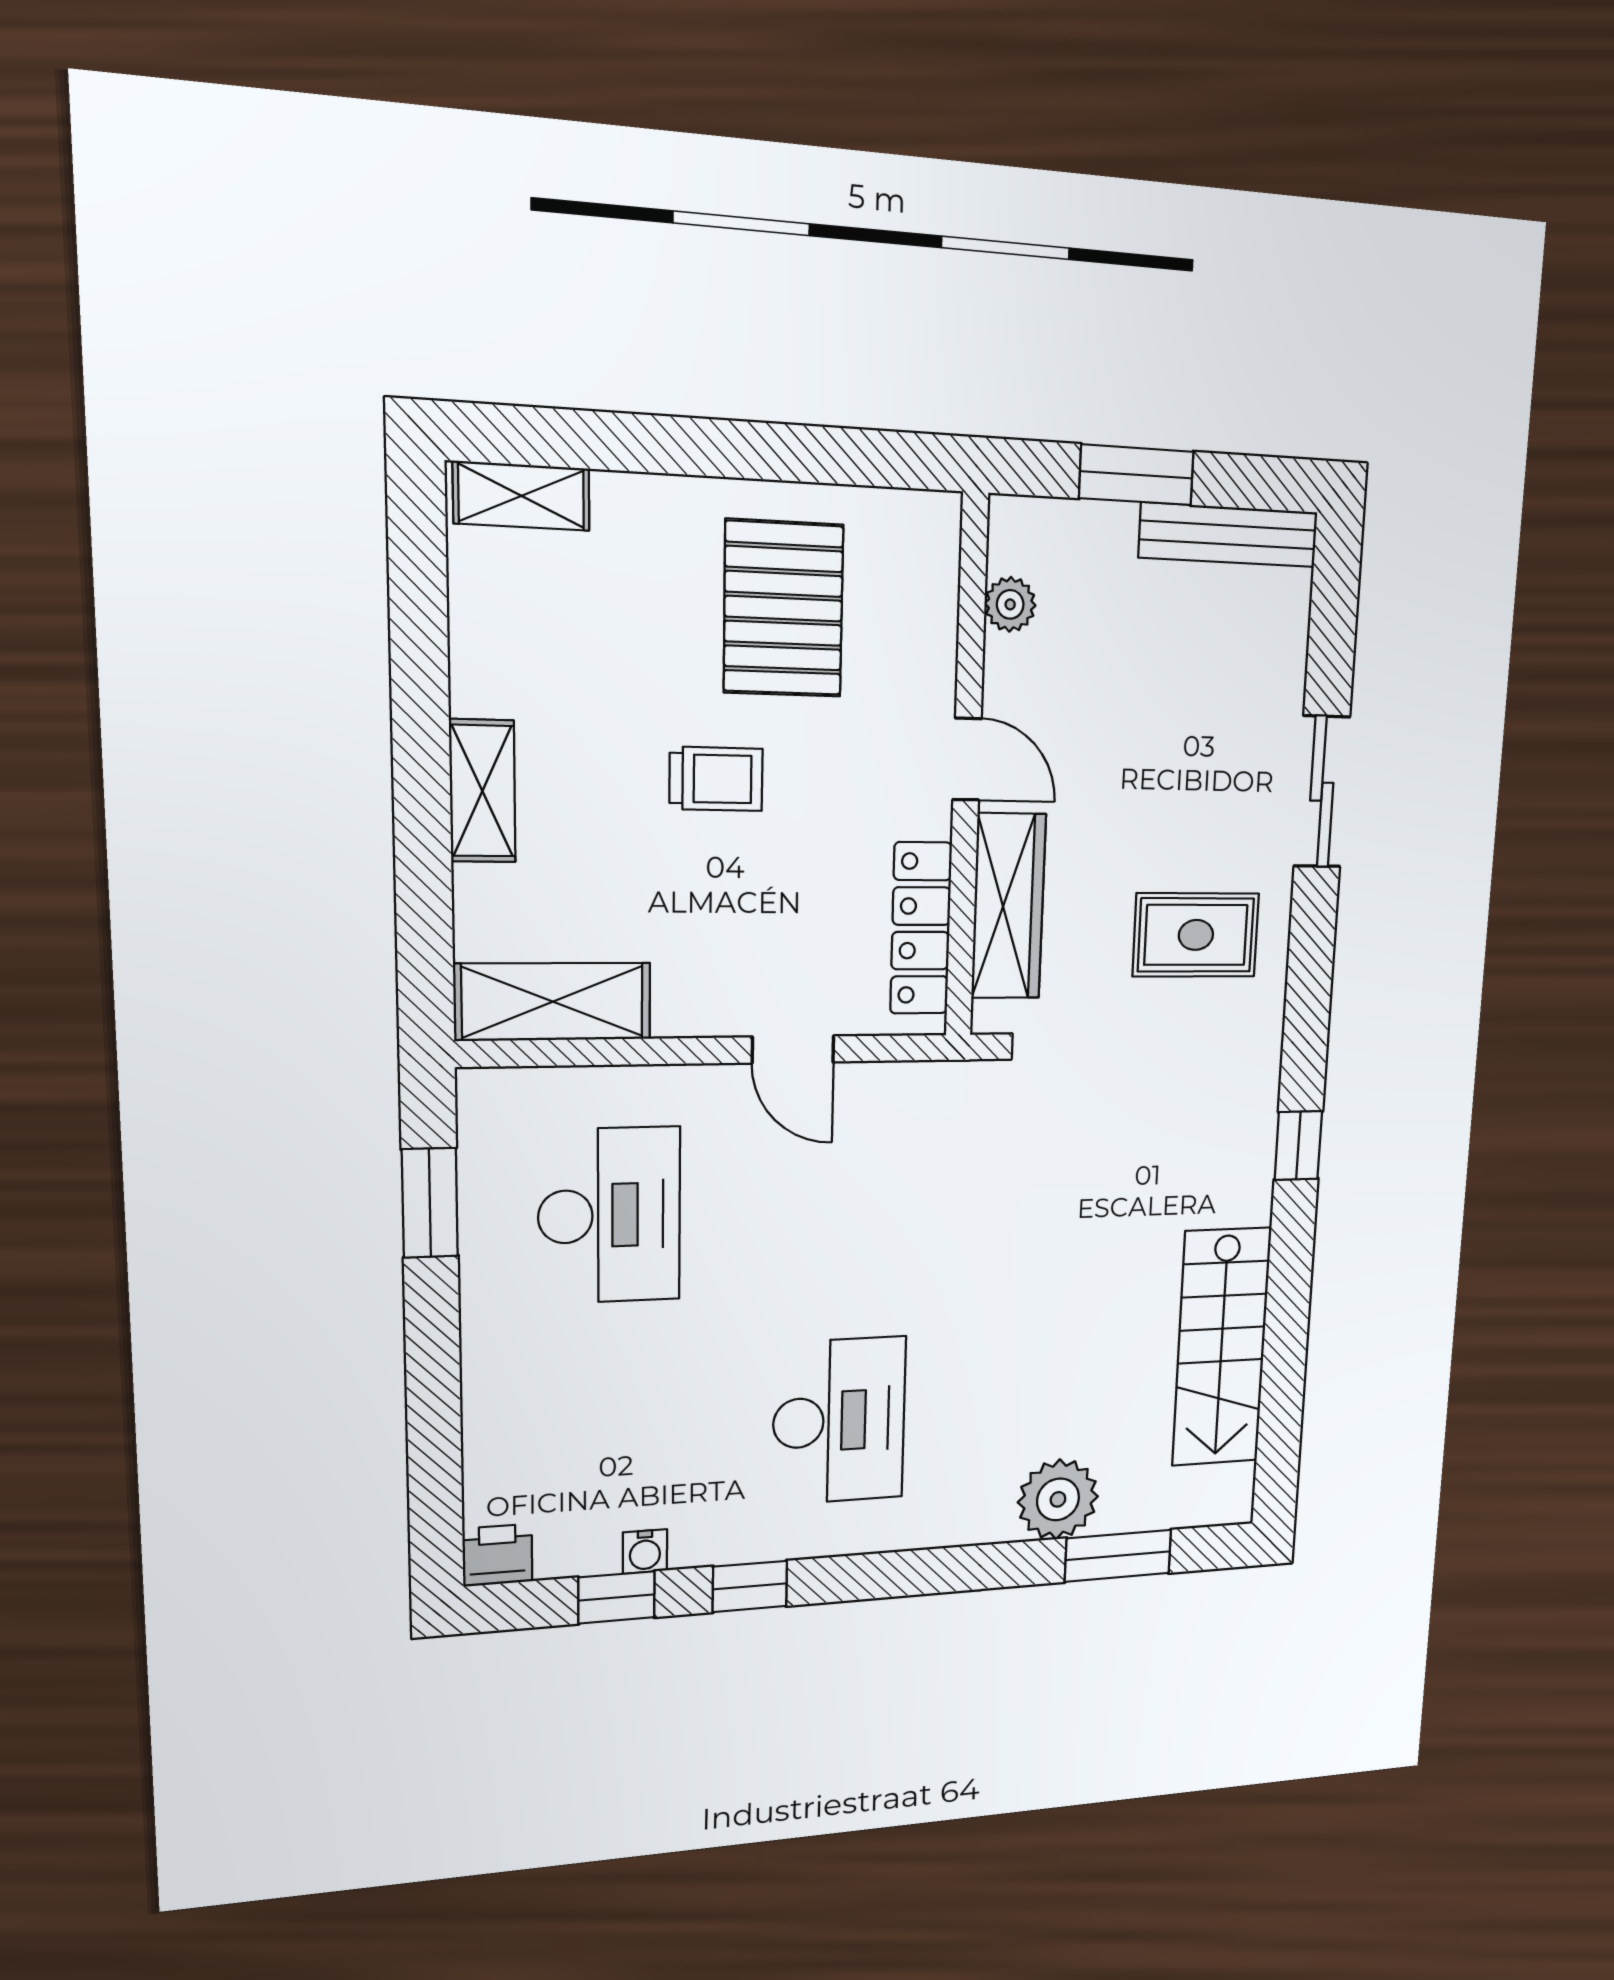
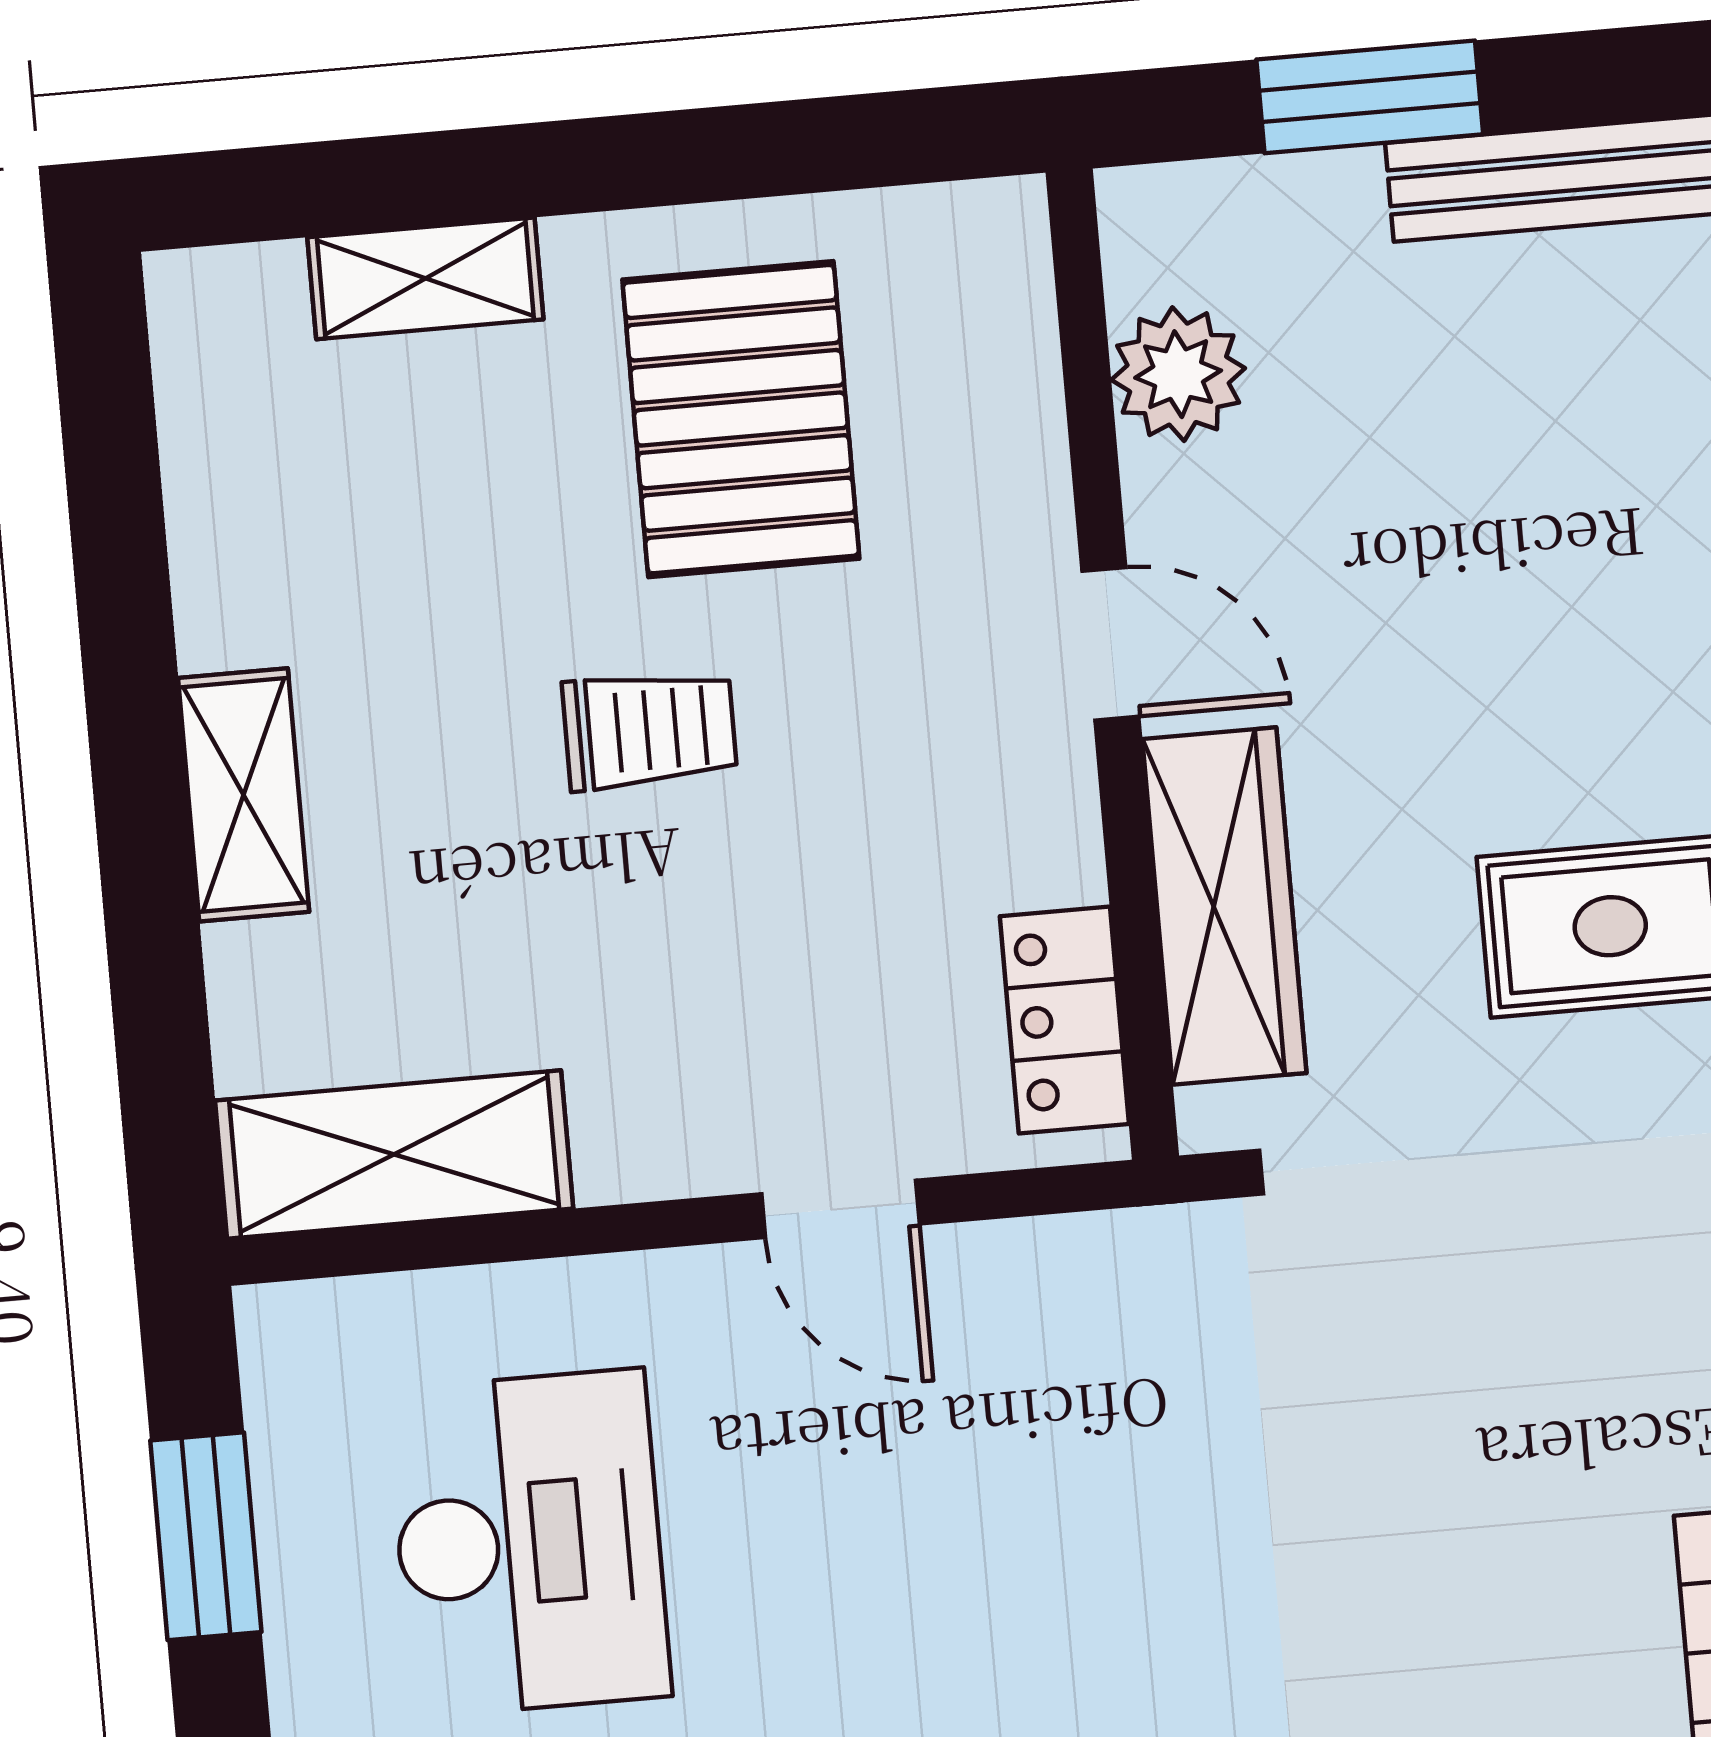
shelving: (521, 496) -> (425, 278), moved
plant: (1010, 604) -> (1178, 374), width x1.38, depth x1.38
locker: (921, 928) -> (1064, 1020), width x0.66

